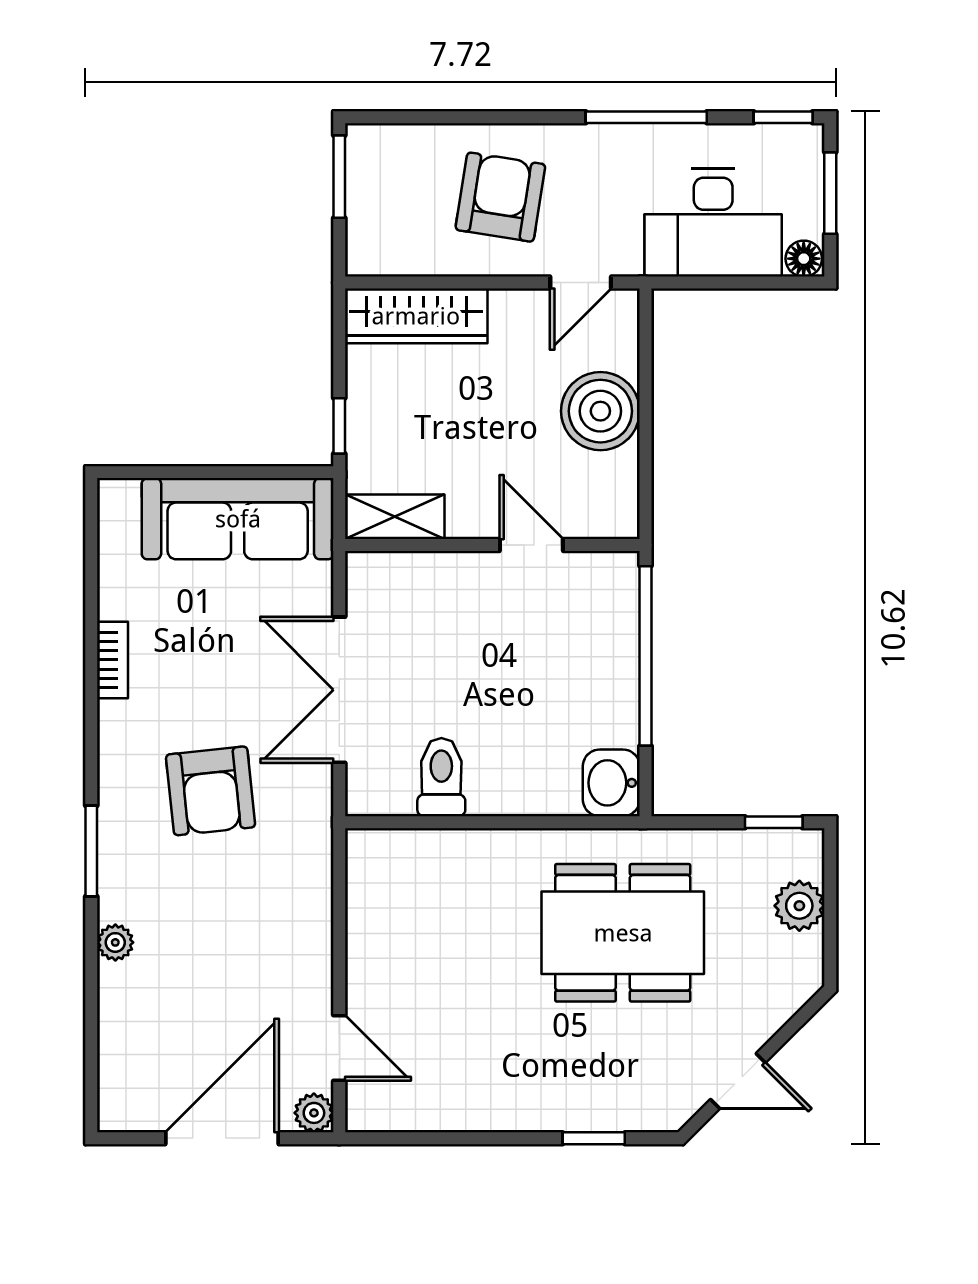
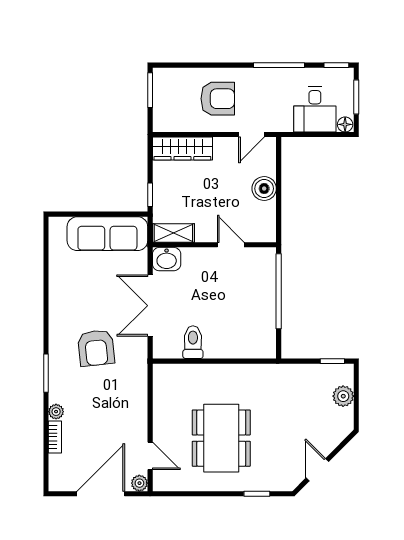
armchair: (500, 197) -> (218, 99), turned 81
desk: (713, 223) -> (315, 109), width x0.73
boiler: (600, 411) -> (264, 189), width x0.73, depth x0.73
bookcase: (112, 660) -> (55, 437), moved
washbasin: (611, 783) -> (167, 259), moved, turned -90
dining table: (623, 933) -> (221, 438), moved, turned 90
door: (738, 1081) -> (317, 470), swing flipped

